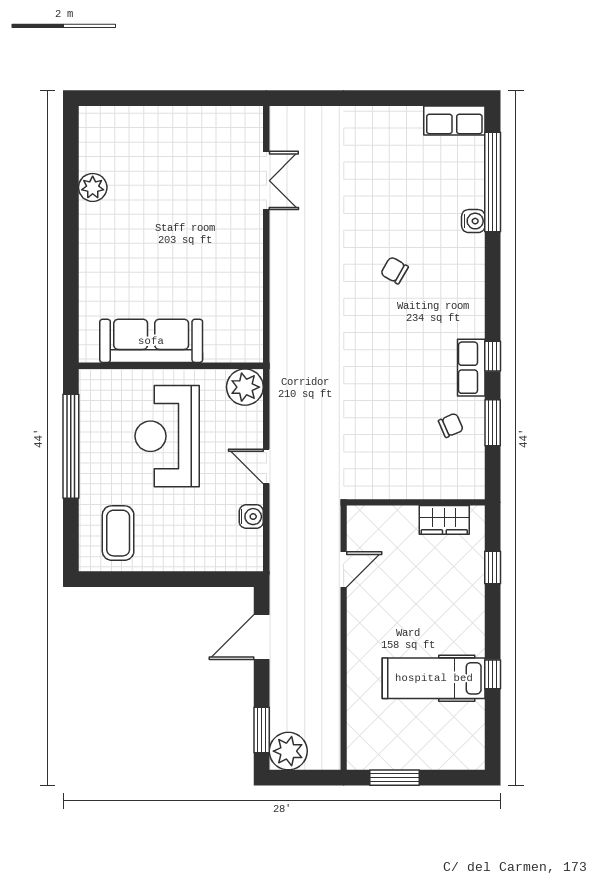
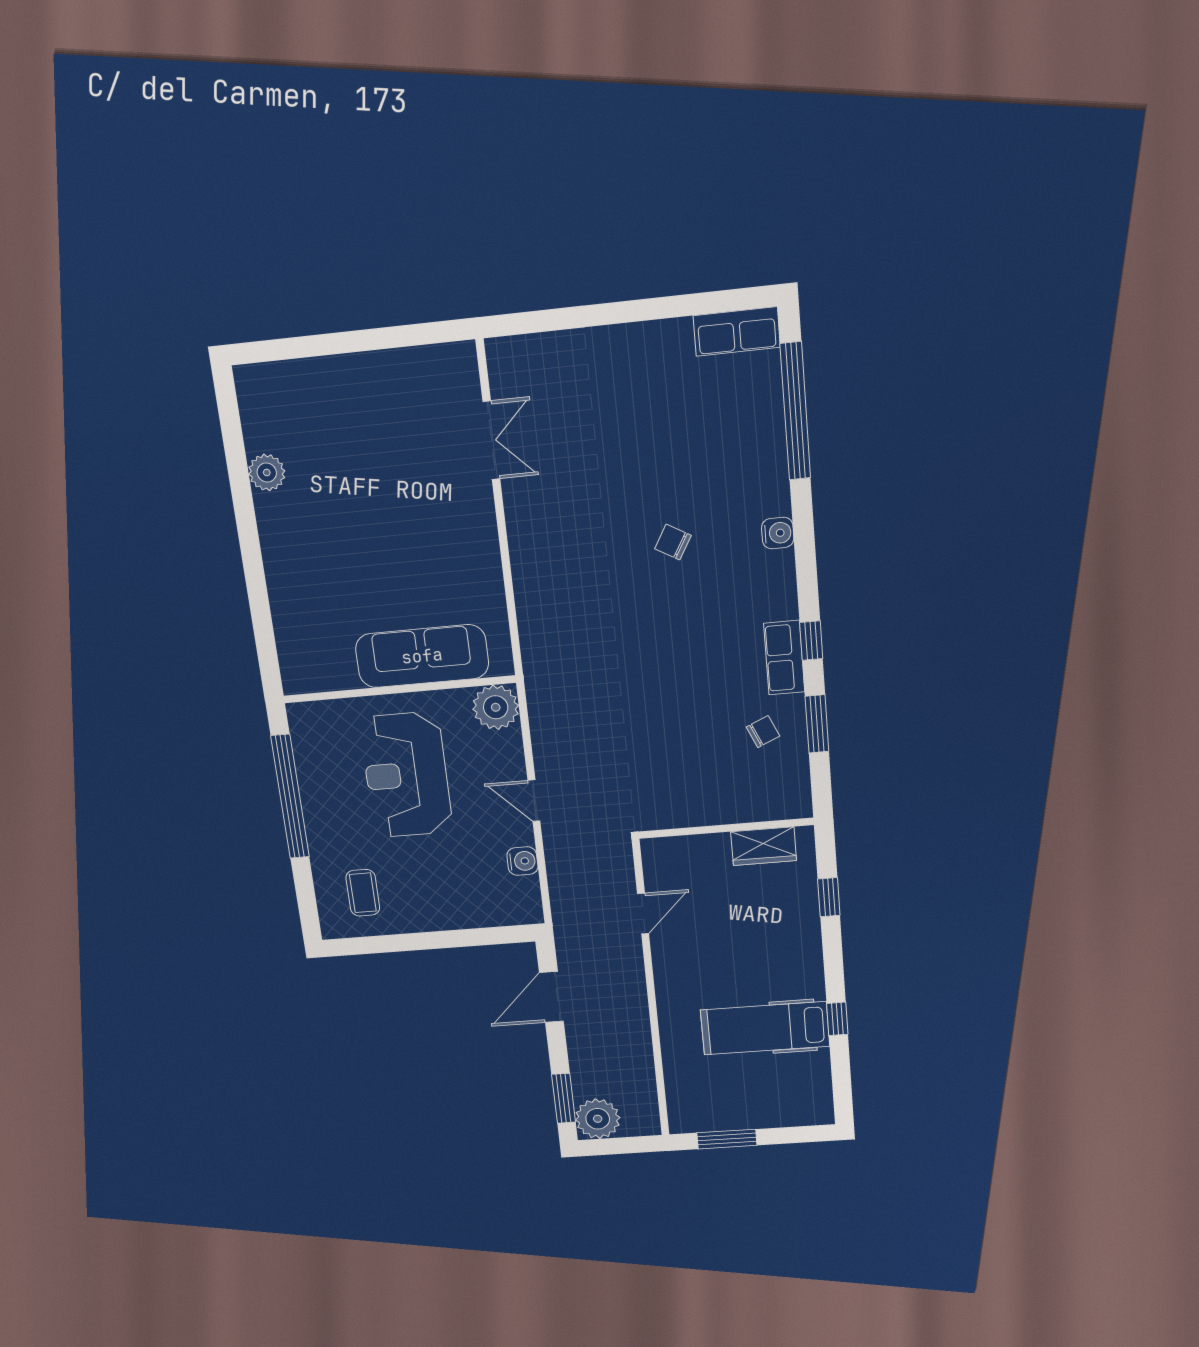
water cooler: (473, 221) -> (778, 533), moved
sofa: (151, 341) -> (422, 656), moved
coffee table: (118, 533) -> (363, 893), width x0.73, depth x0.77

